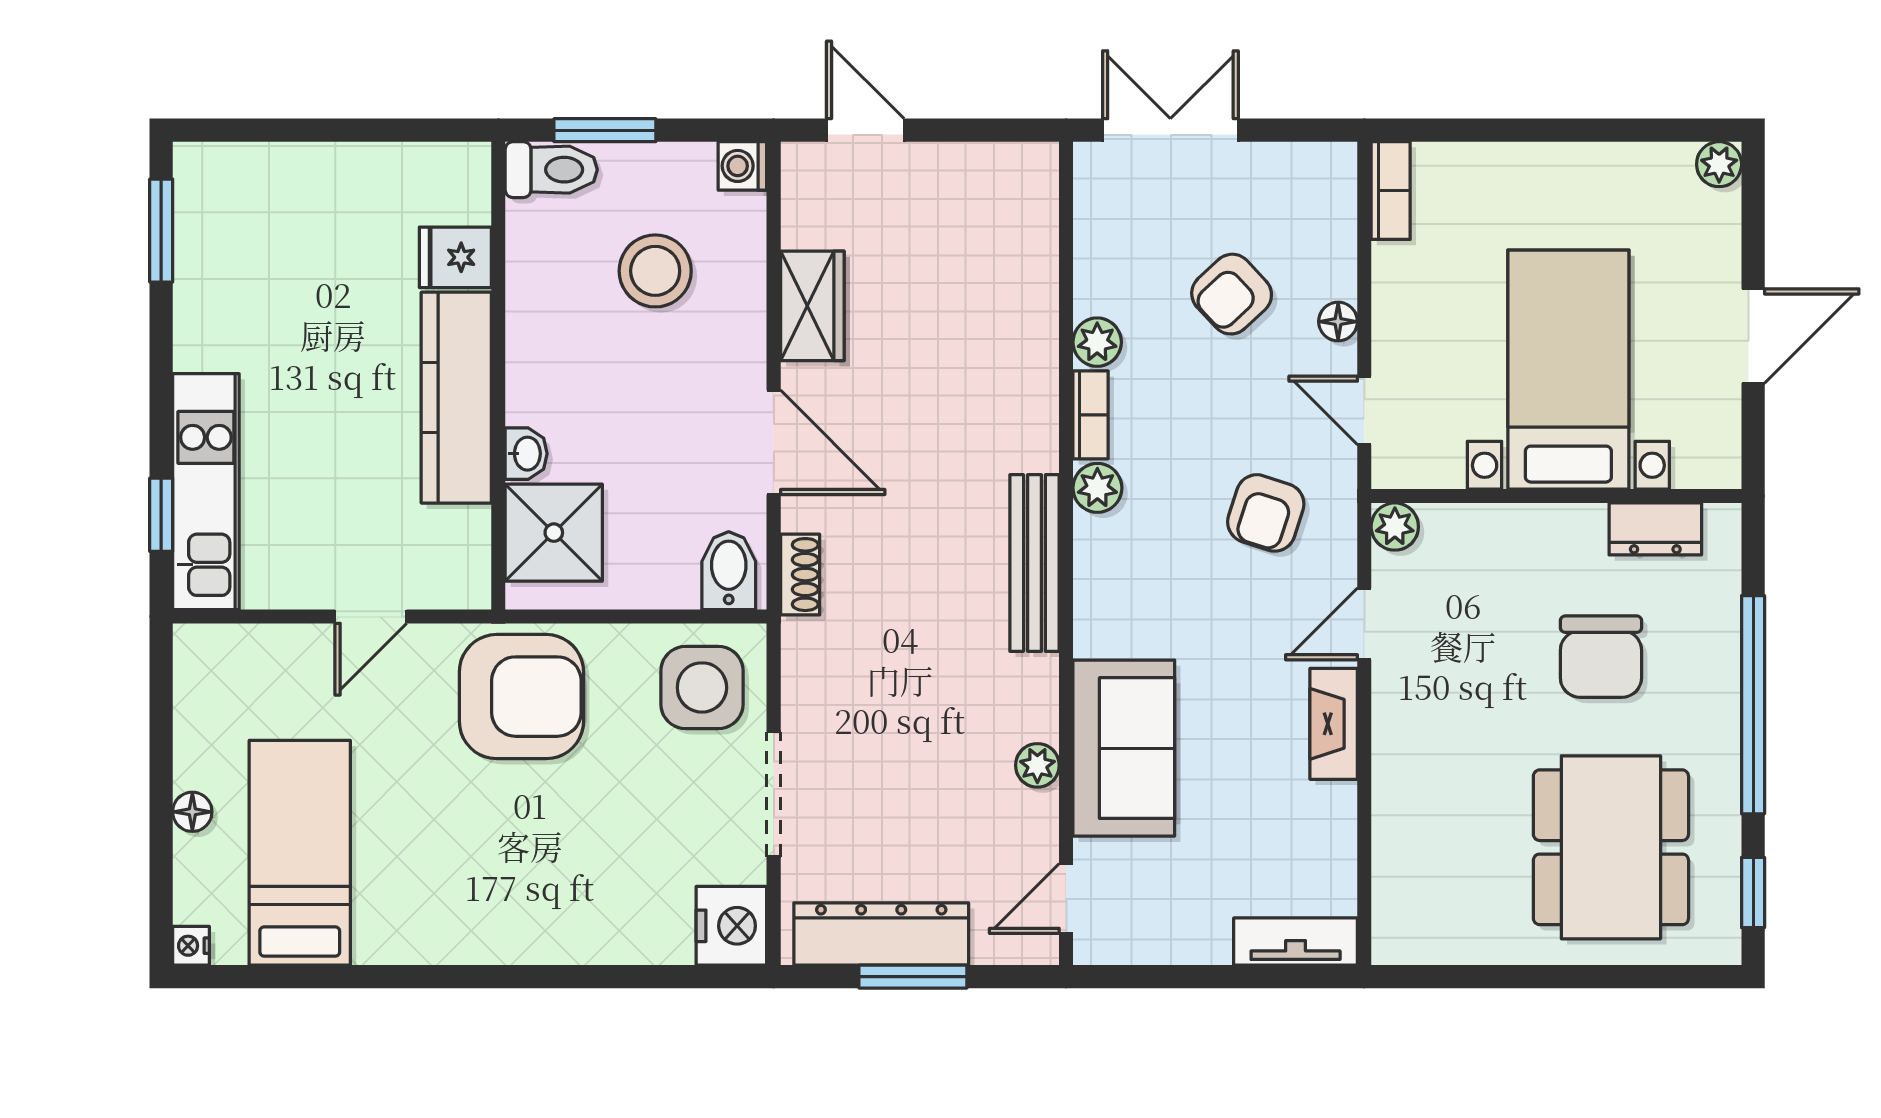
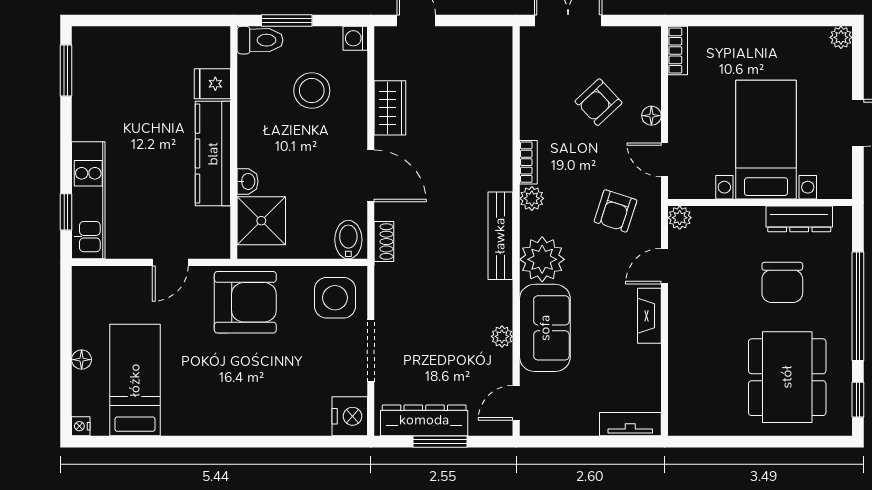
plant: (1097, 342) -> (542, 259), moved, width x1.88, depth x1.88
dresser: (1655, 529) -> (799, 219), width x1.44

